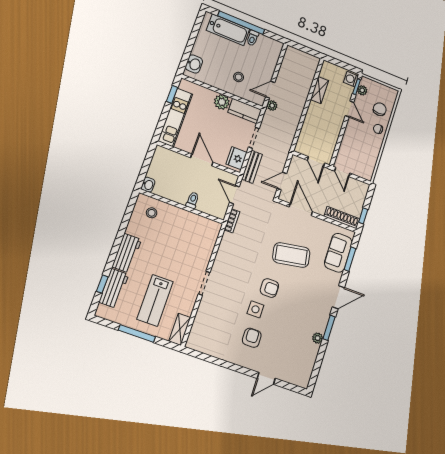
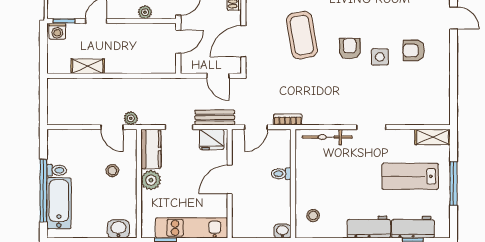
plant: (362, 90) -> (145, 12), moved
bicycle: (208, 246) -> (327, 137), added
lab bench: (155, 300) -> (410, 176), turned 180

